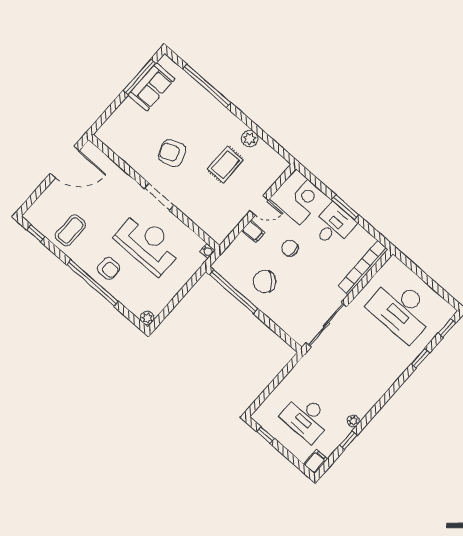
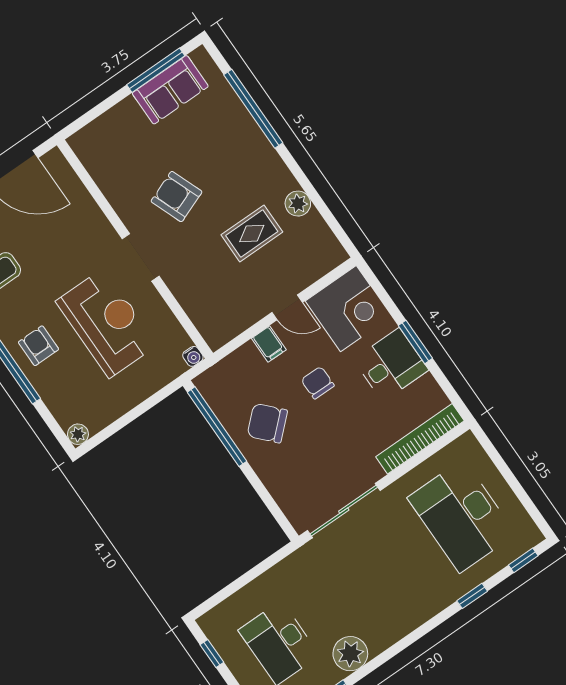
armchair: (109, 268) -> (38, 346), turned 180
plant: (353, 421) -> (350, 654), width x1.88, depth x1.88

